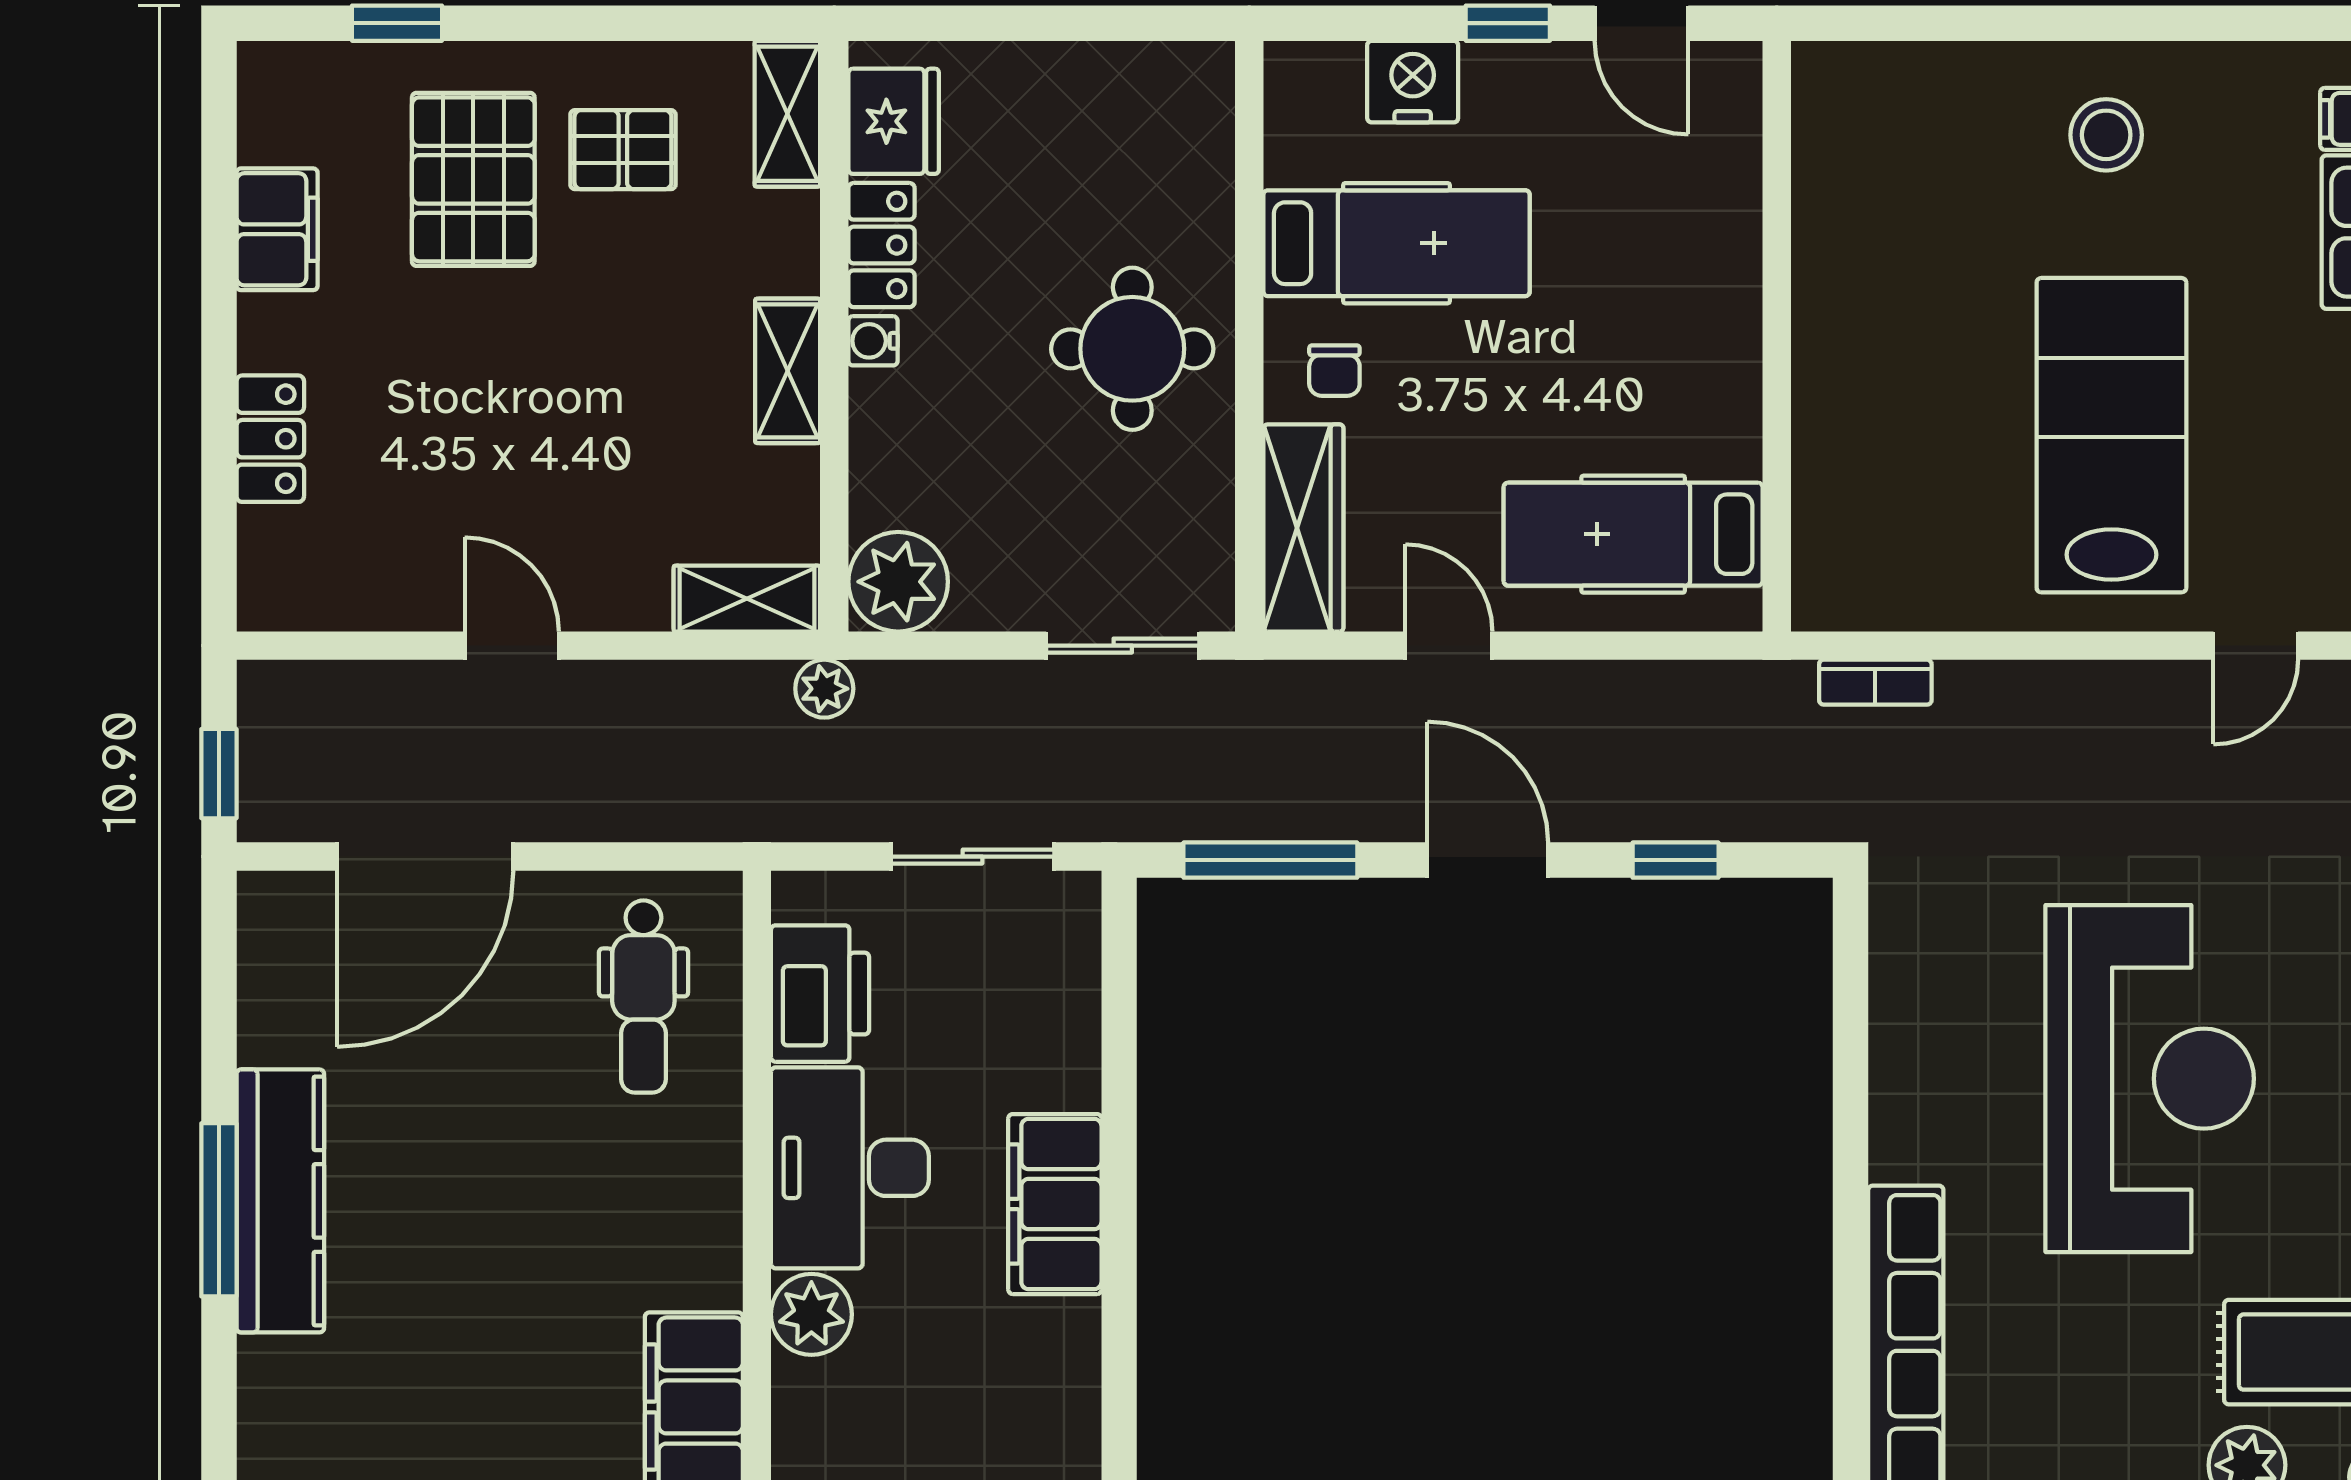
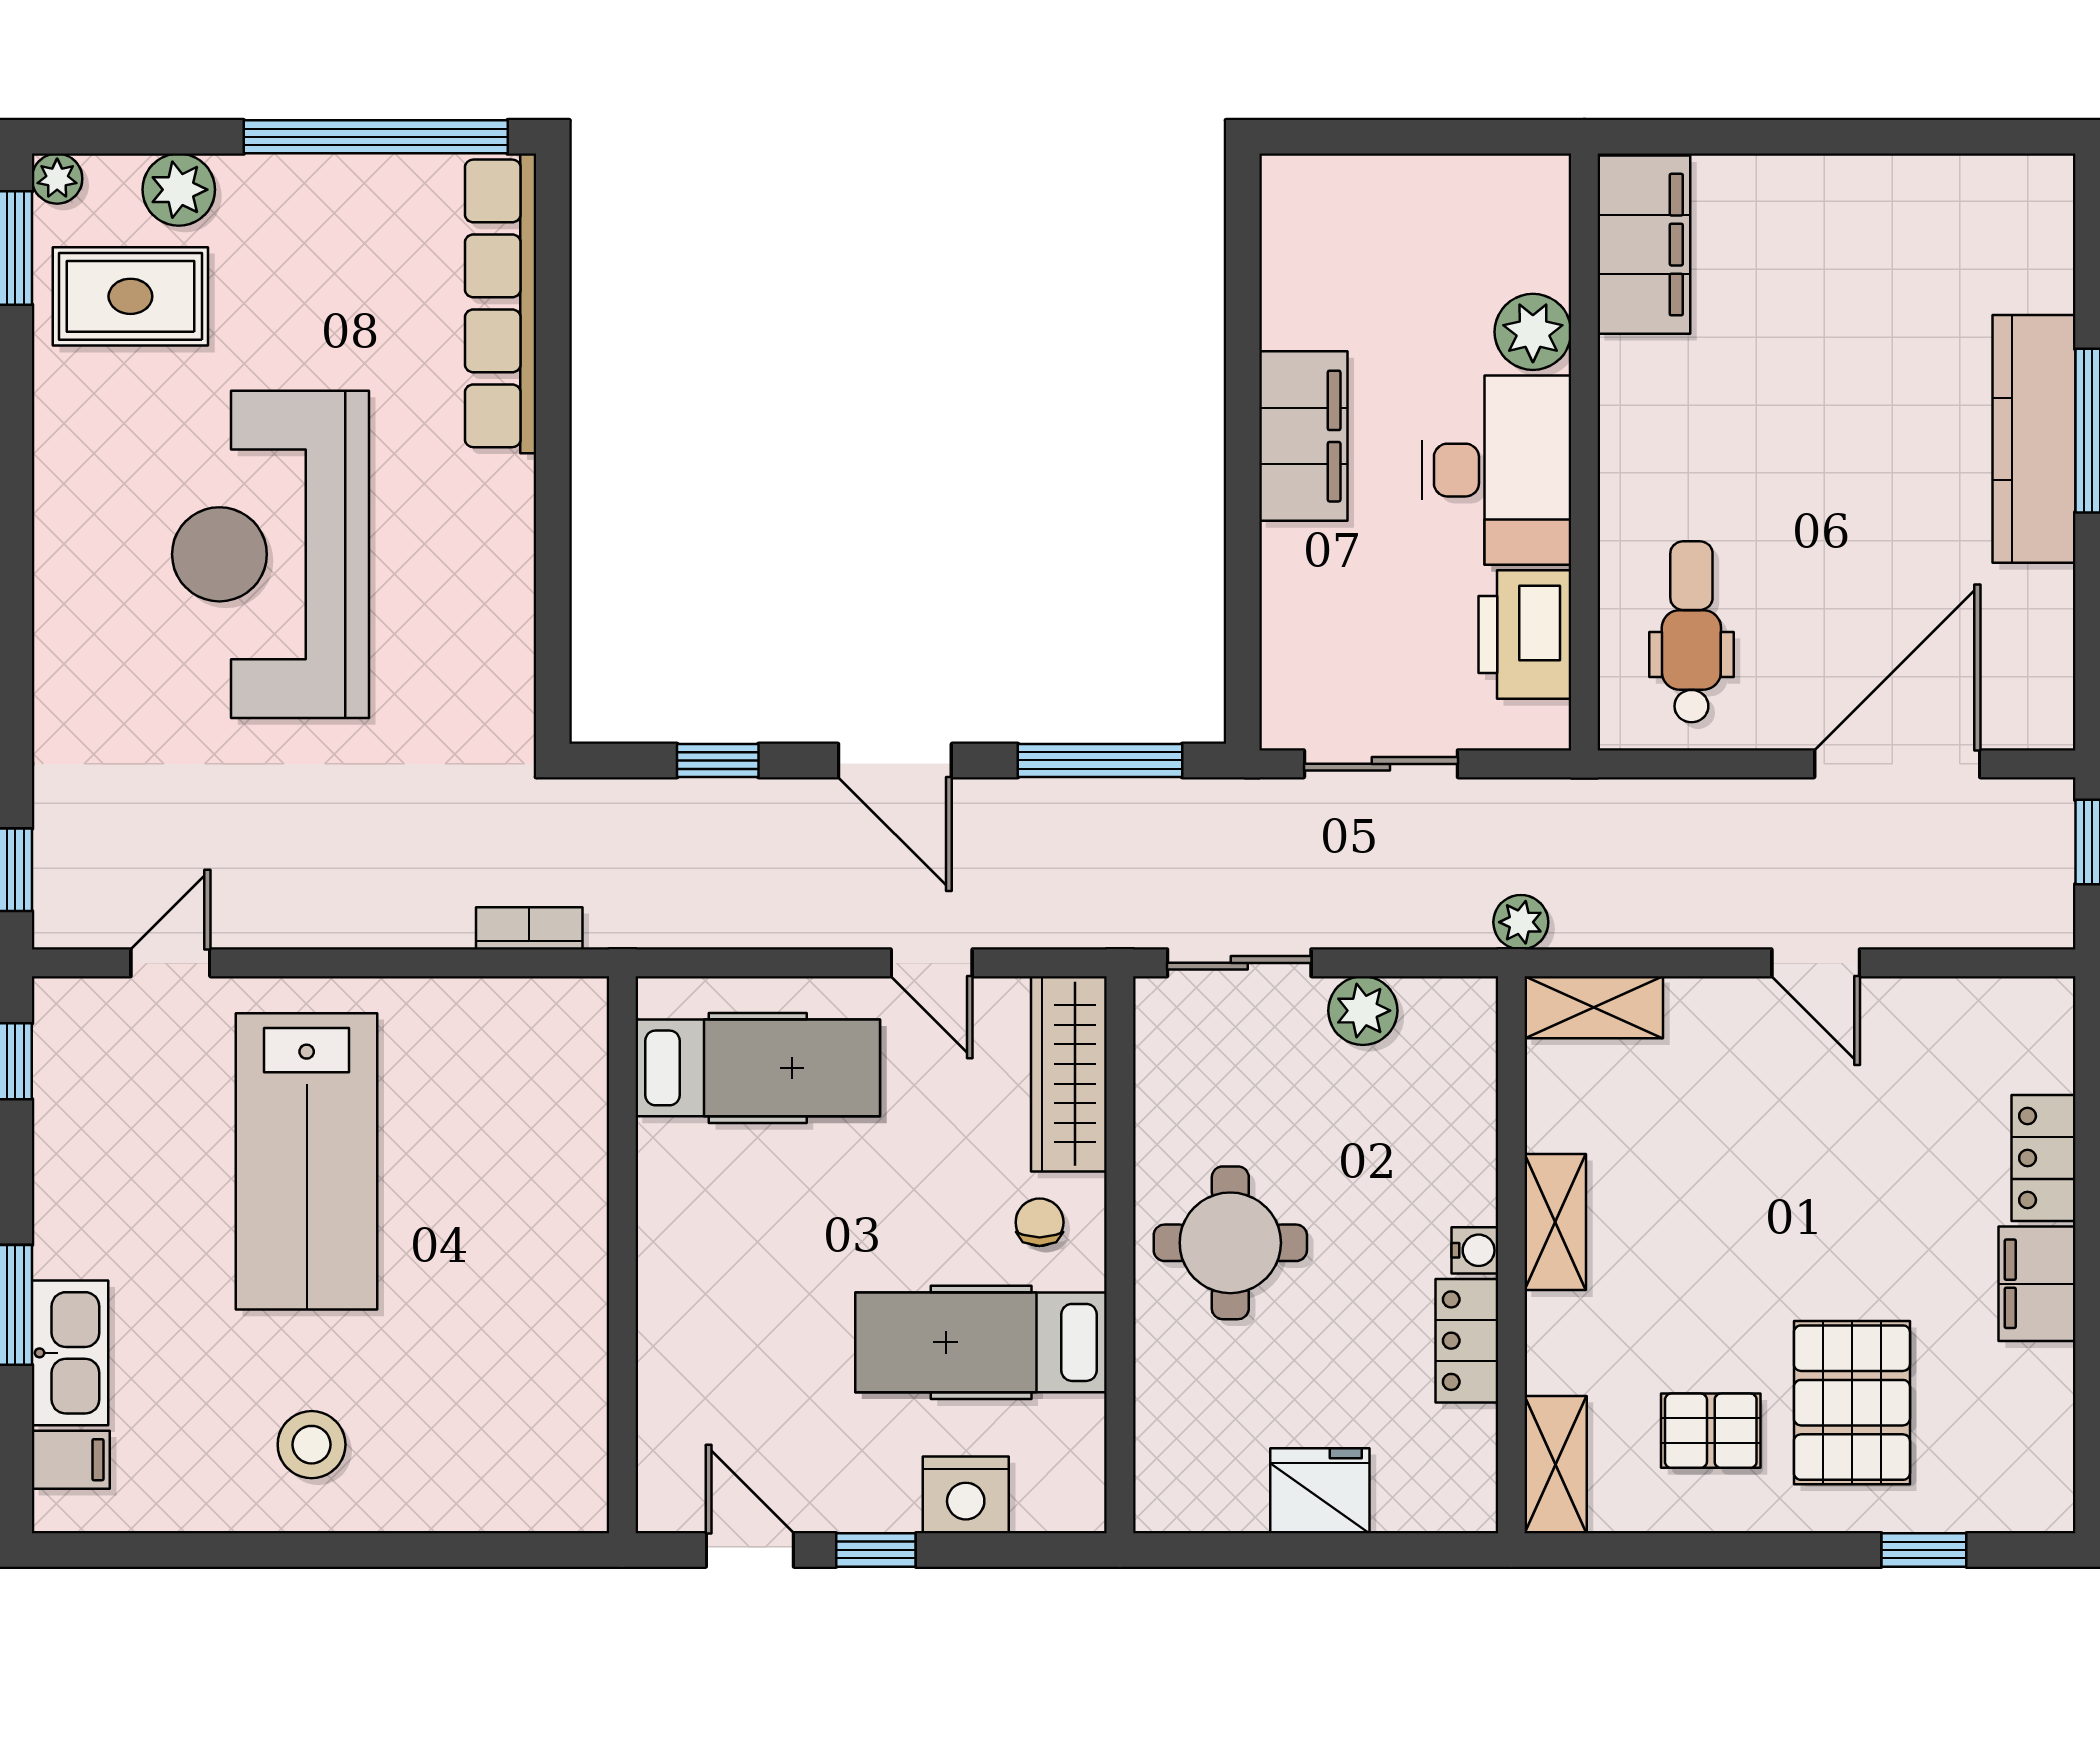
fridge: (894, 121) -> (1320, 1491), moved, turned 90
filing cabinet: (277, 229) -> (2037, 1284), moved
plant: (898, 582) -> (1363, 1011), moved, width x0.73, depth x0.73

